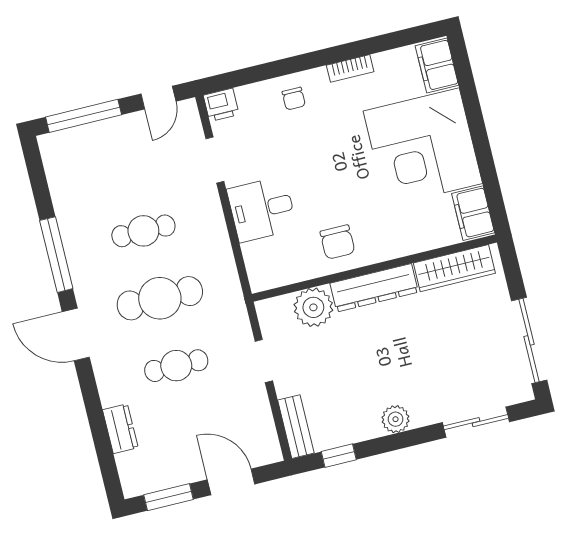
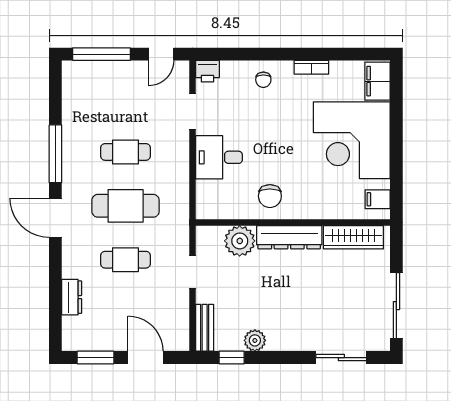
filing cabinet: (473, 213) -> (378, 199), width x0.50
plant: (395, 419) -> (255, 340), moved

